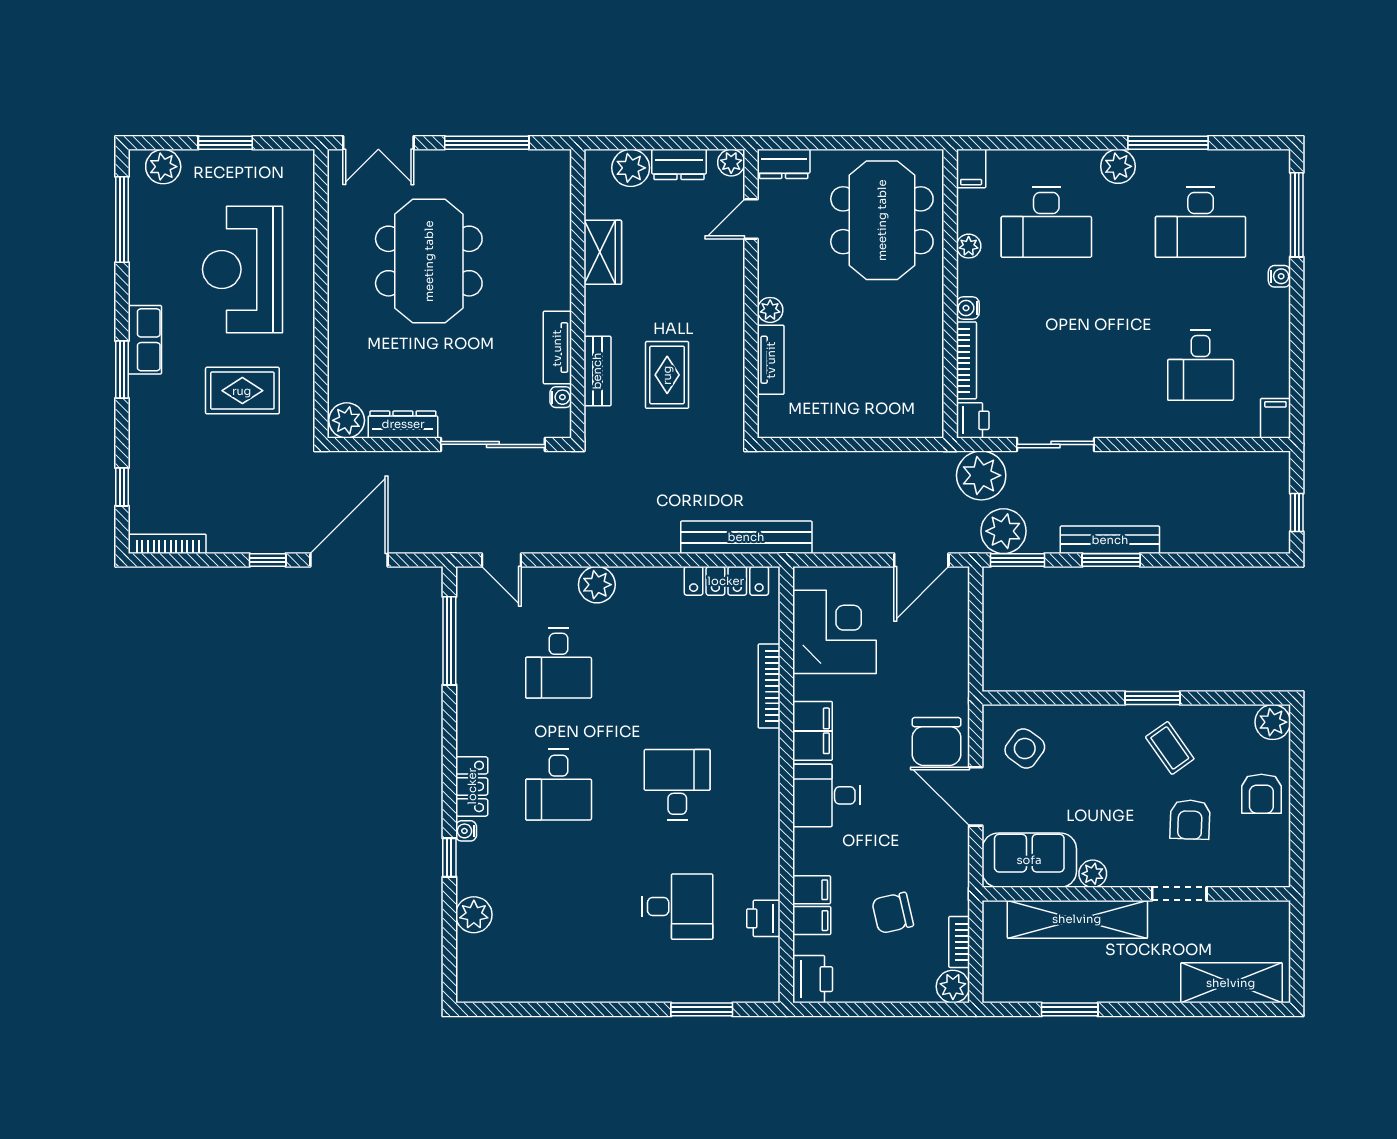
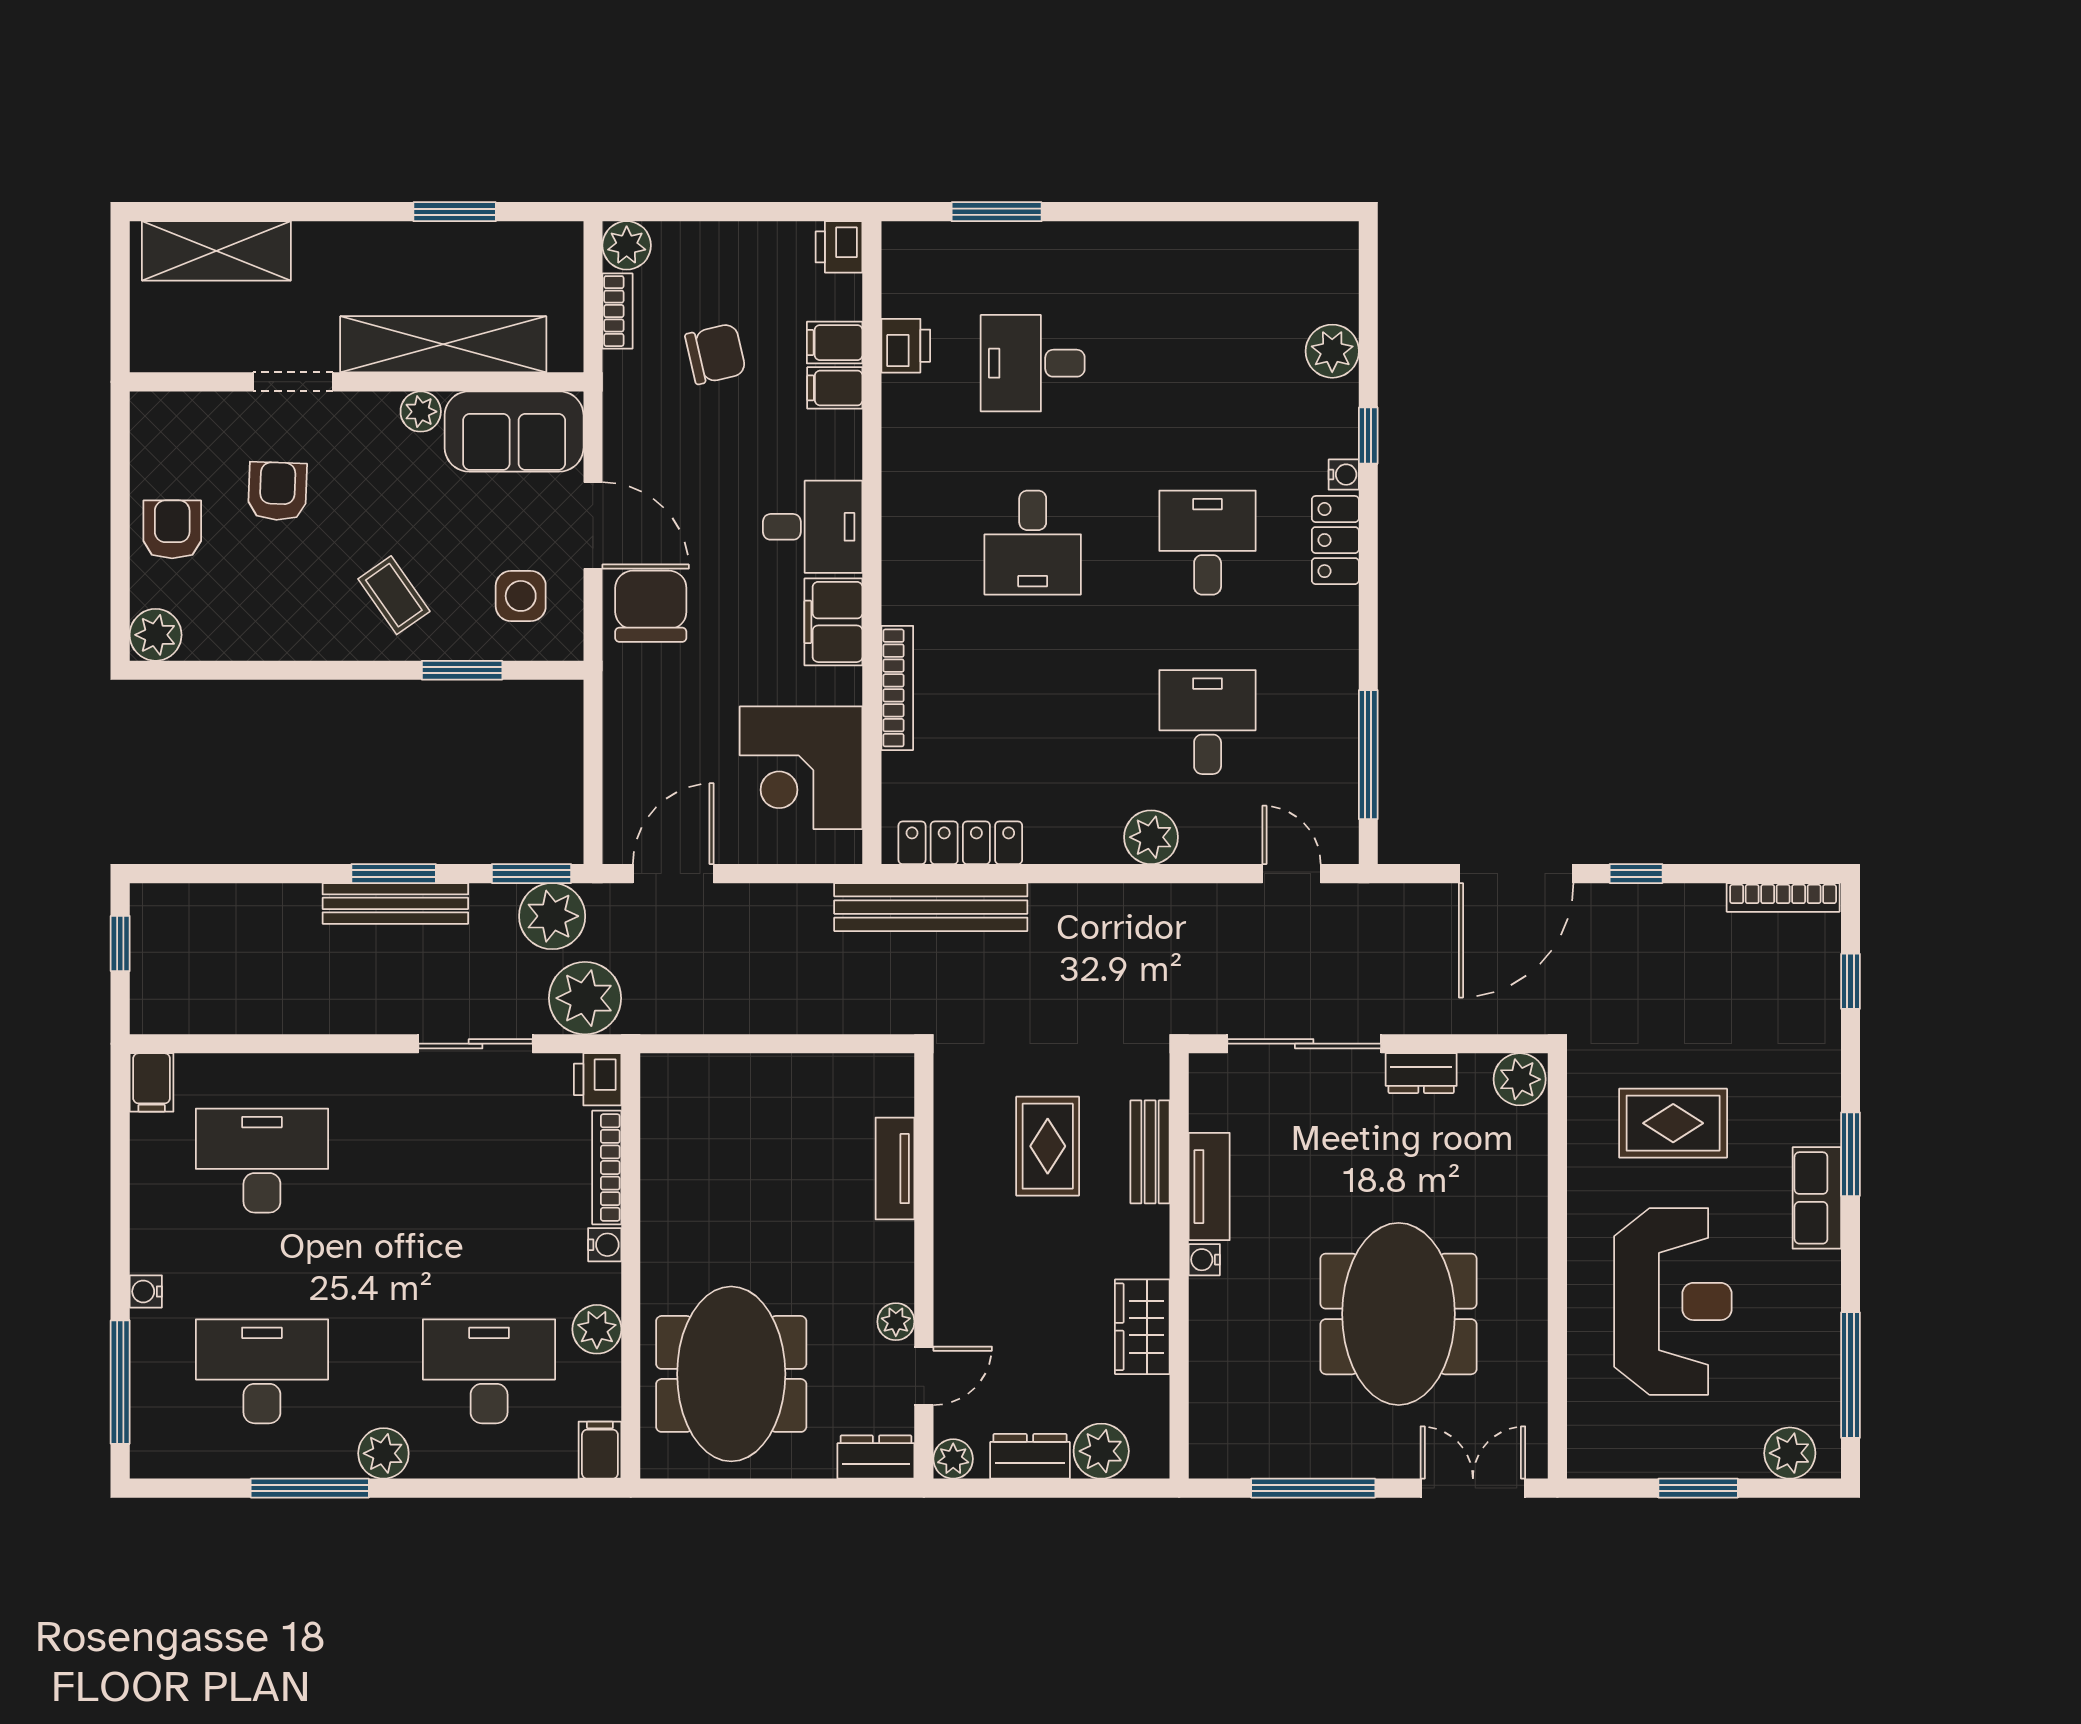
plant: (969, 246) -> (597, 1329), width x1.38, depth x1.38
plant: (770, 310) -> (896, 1322), moved
desk: (1201, 365) -> (262, 1161), width x1.37
water cooler: (561, 397) -> (1204, 1260), moved
dresser: (403, 424) -> (1421, 1073), width x0.70
window: (1153, 698) -> (462, 670), moved
side table: (1025, 748) -> (521, 596), turned -36
coffee table: (1170, 748) -> (394, 595), moved
printer: (813, 979) -> (839, 247), width x0.73, depth x0.81

